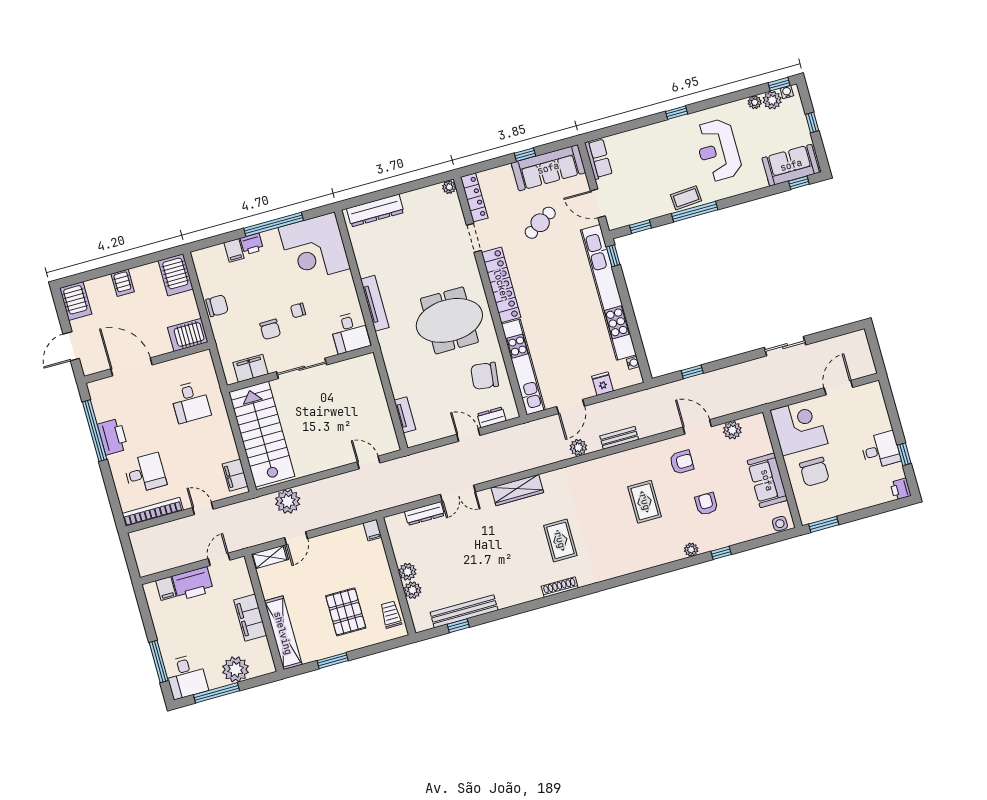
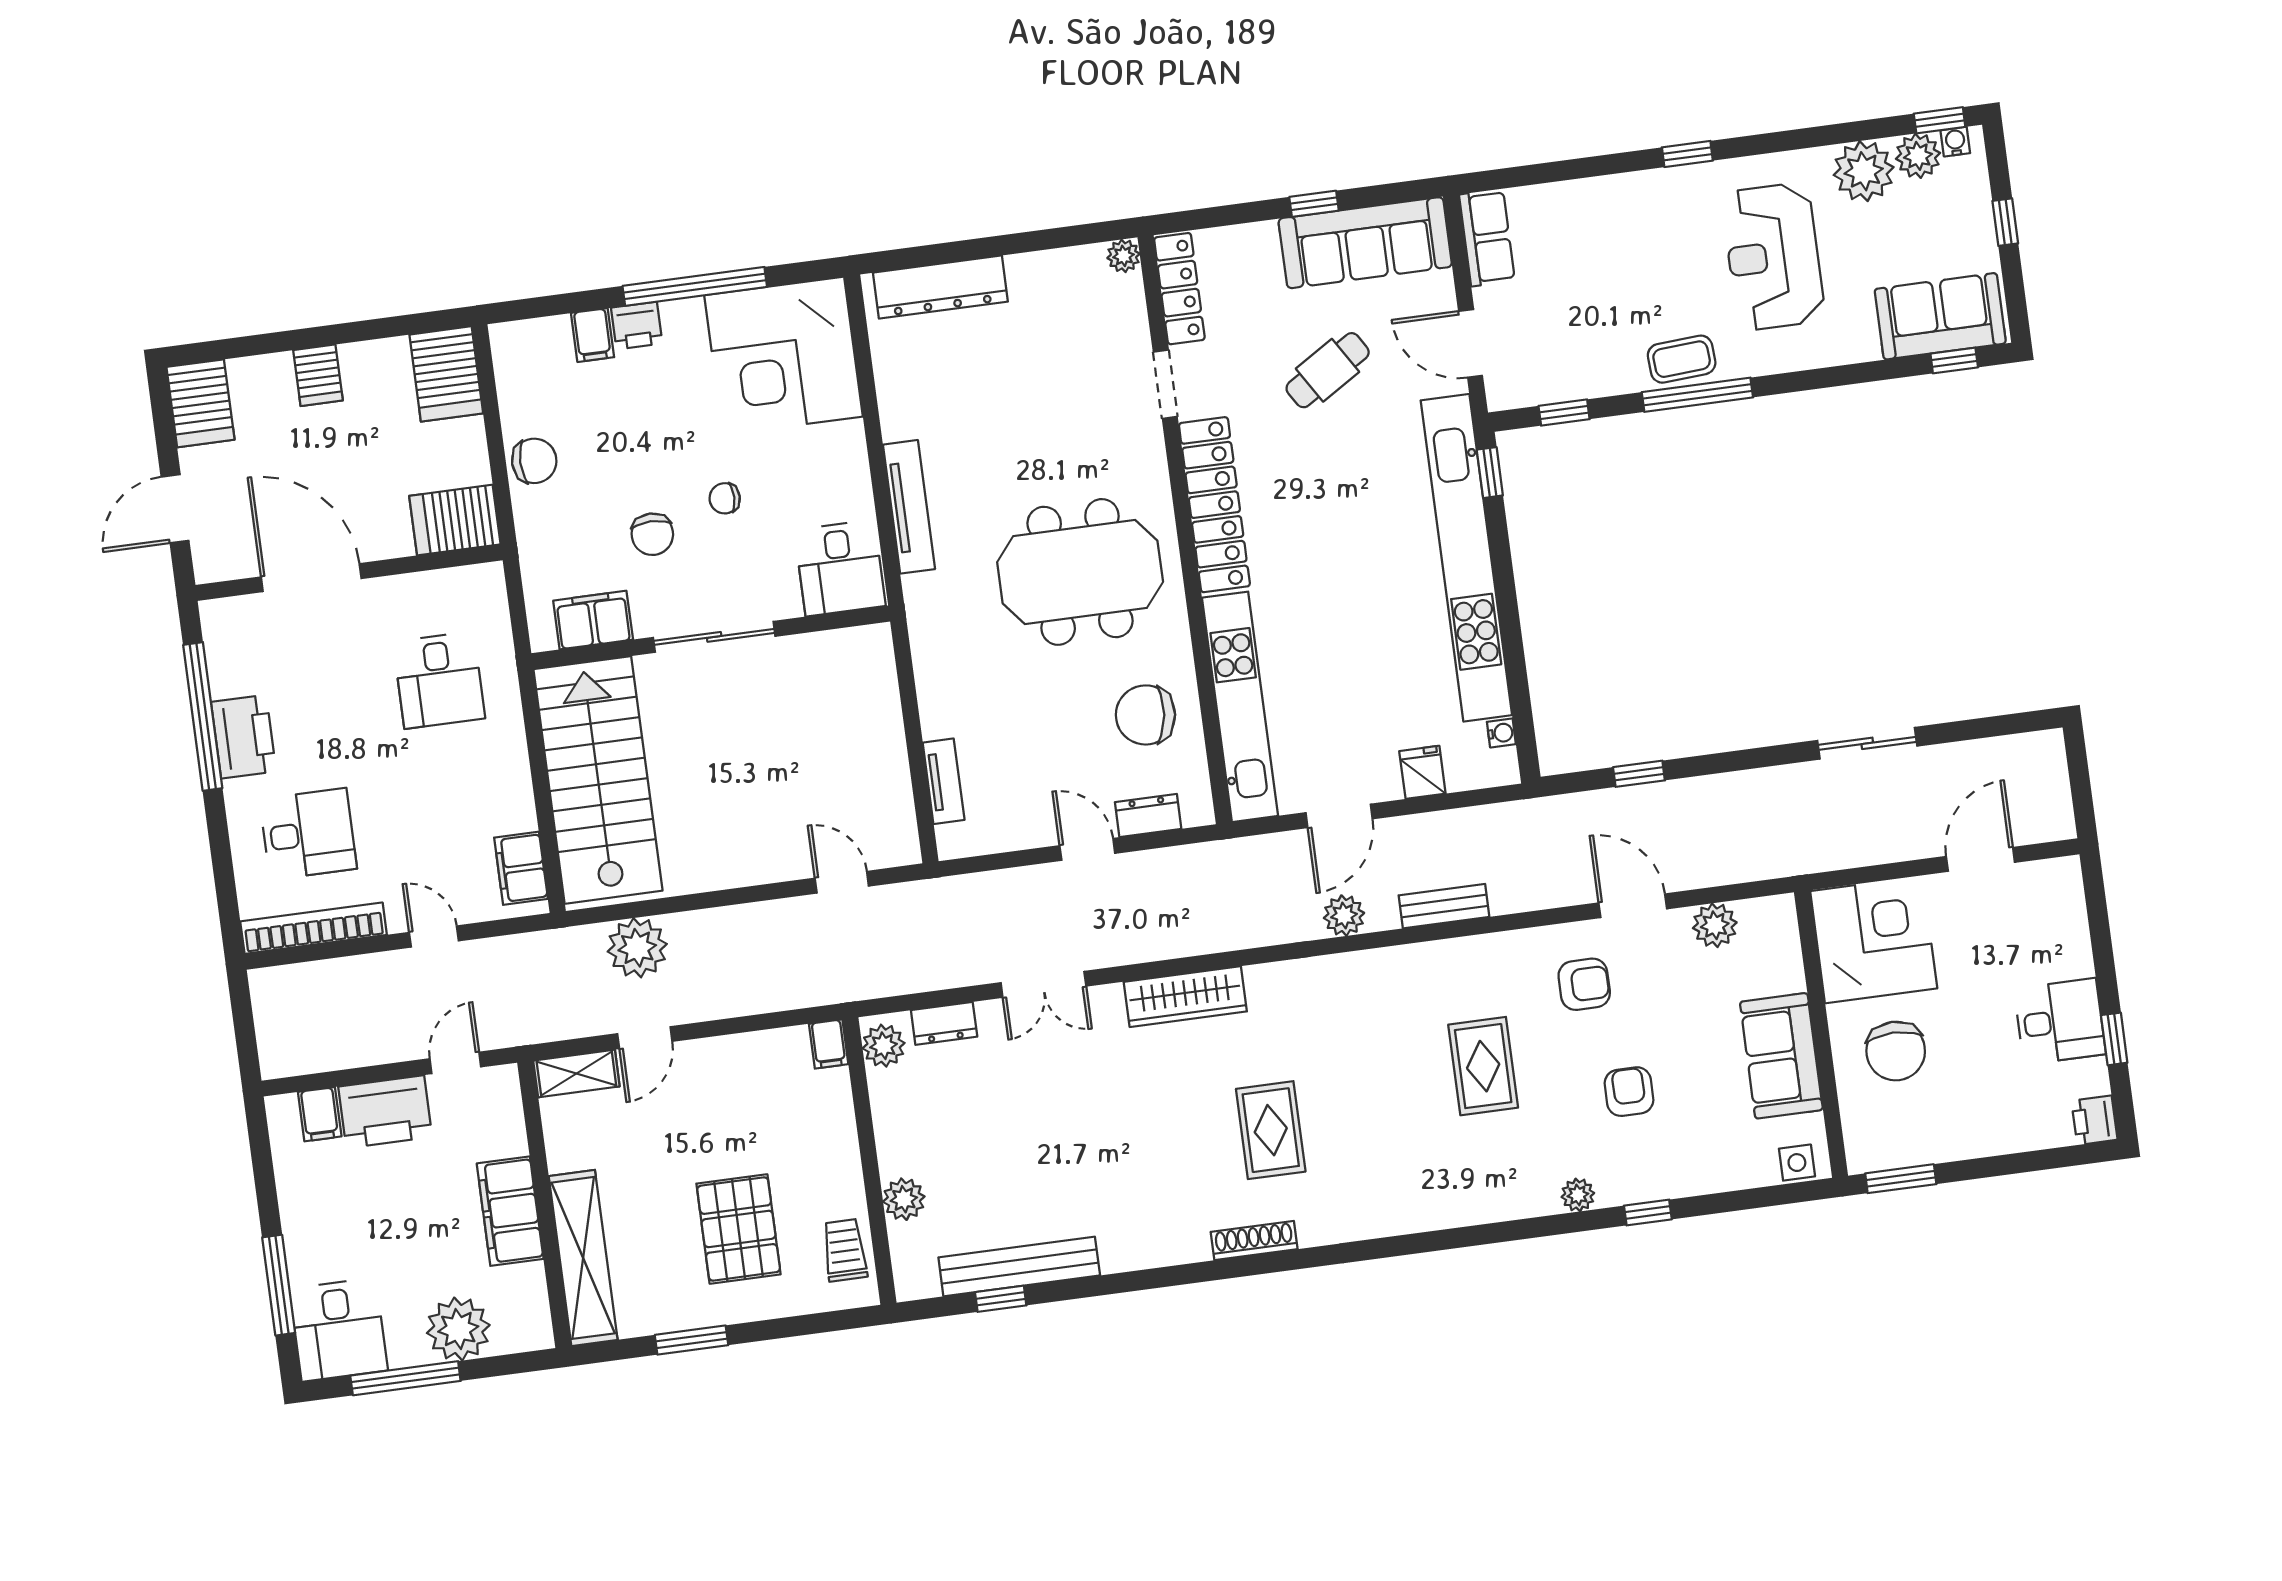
plant: (755, 102) -> (1864, 171), width x1.88, depth x1.88
dresser: (425, 514) -> (944, 1023), width x0.70
plant: (407, 572) -> (884, 1046), moved

